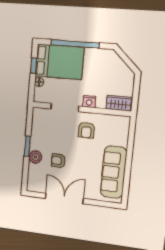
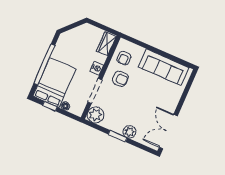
plant: (41, 117) -> (96, 115), added
armchair: (58, 161) -> (124, 58), moved
double door: (64, 198) -> (168, 132), moved

